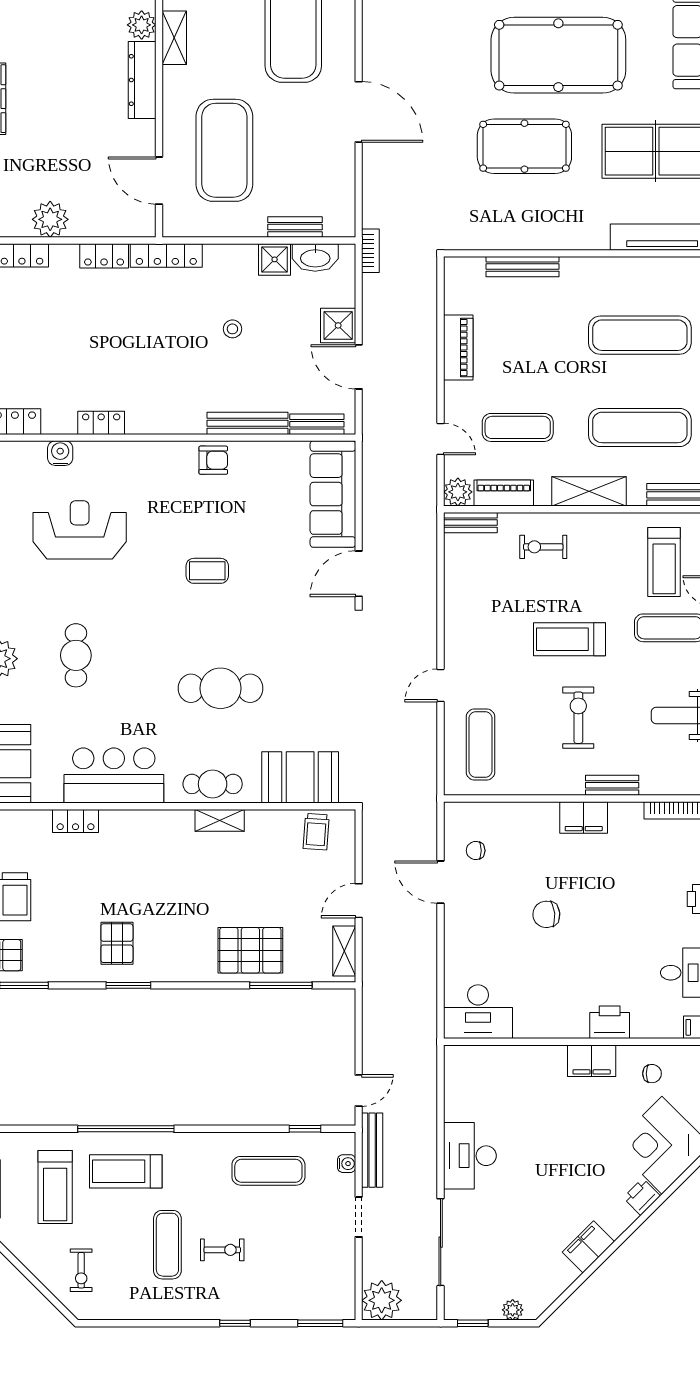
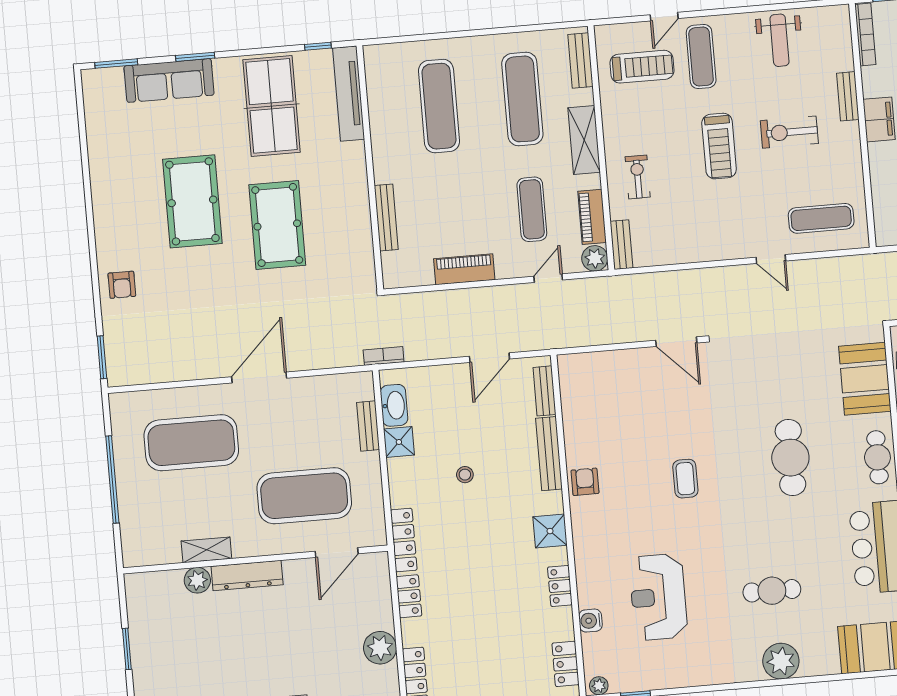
pool table: (558, 55) -> (192, 201), width x0.73, depth x0.76
shower: (338, 325) -> (550, 531), moved
sofa: (333, 494) -> (606, 371), removed
exercise bike: (543, 547) -> (638, 177), turned 180

